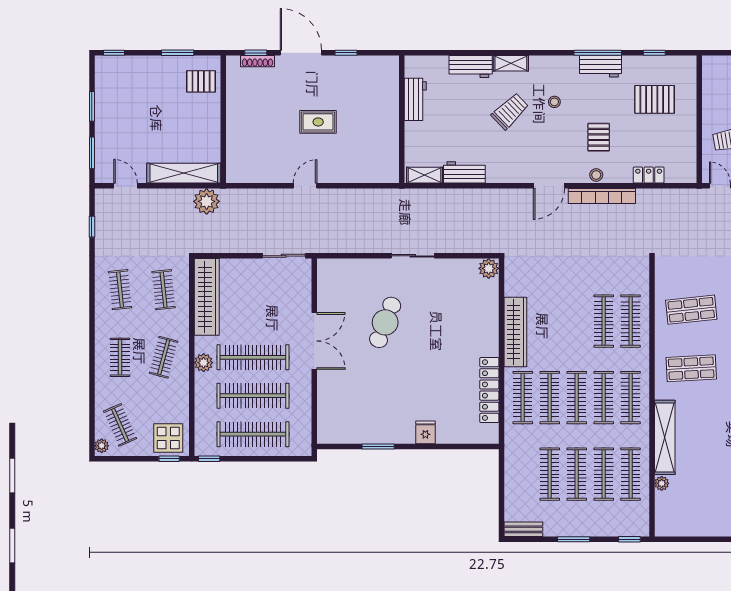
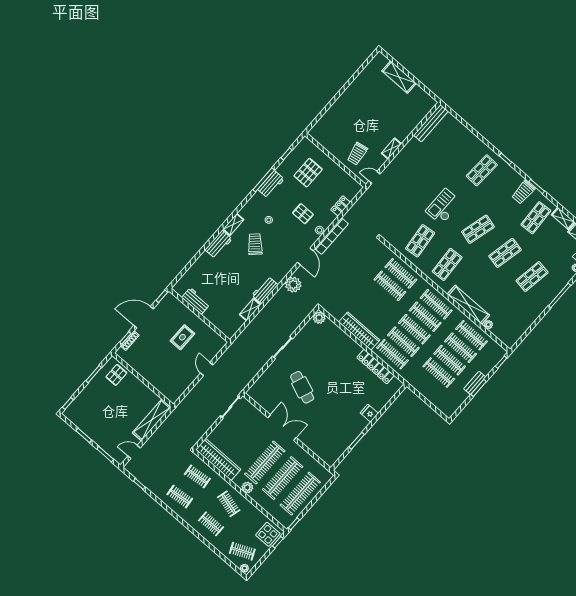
workbench: (415, 99) -> (196, 301), moved
wall: (402, 119) -> (199, 315), moved
plant: (207, 201) -> (293, 285), moved
bench: (523, 529) -> (475, 383), moved

